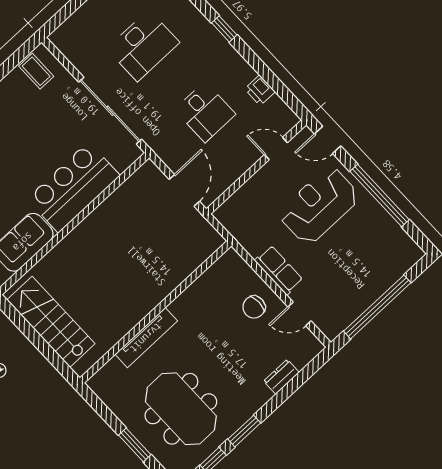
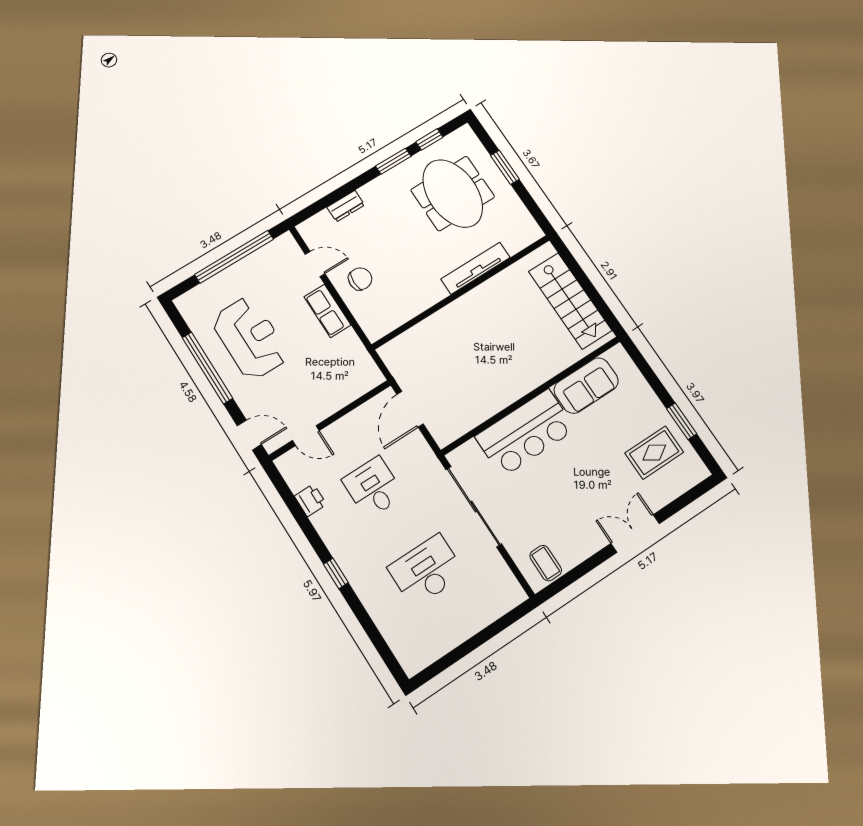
reception desk: (319, 205) -> (250, 338), moved, turned -90

